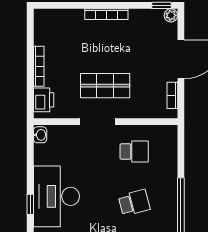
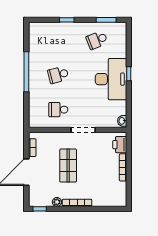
plant: (171, 15) -> (57, 202), moved
shop shelf: (105, 86) -> (68, 166), moved, turned 90

